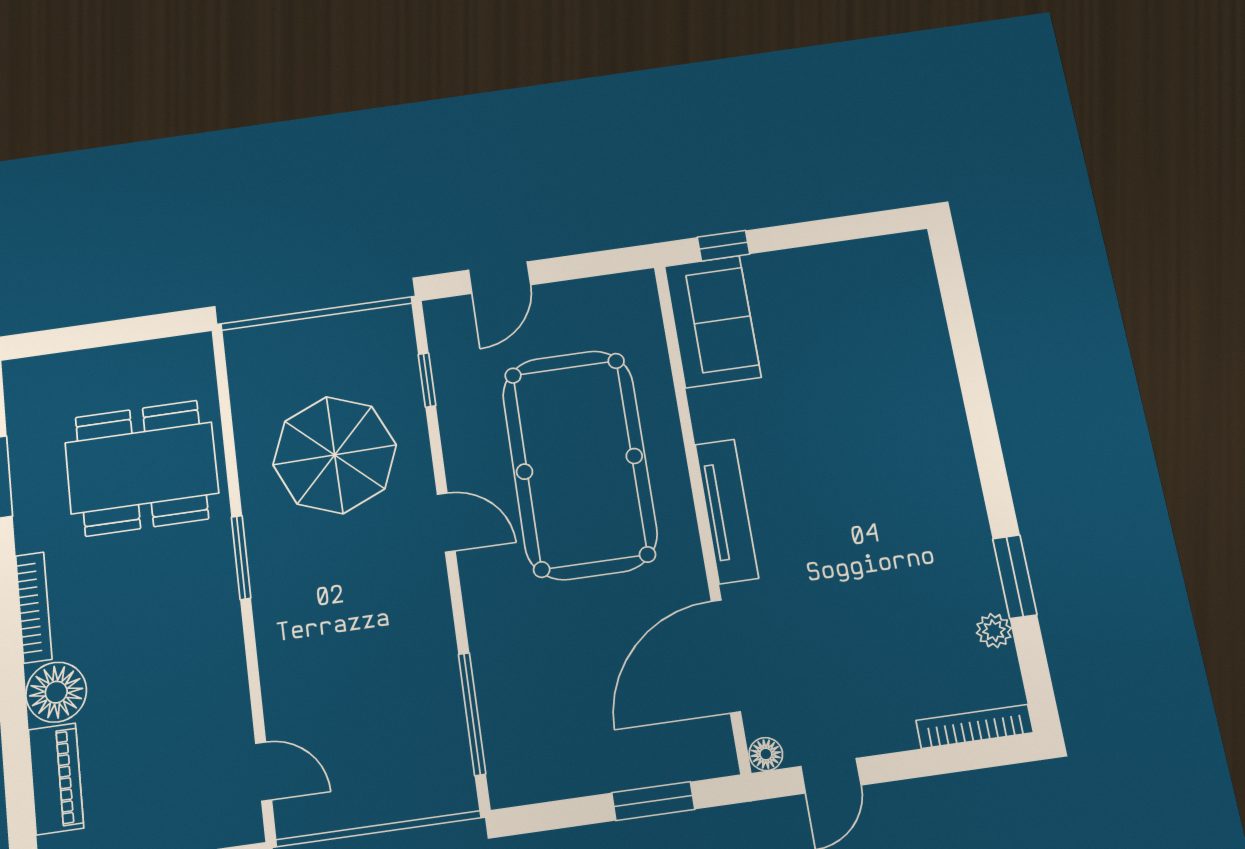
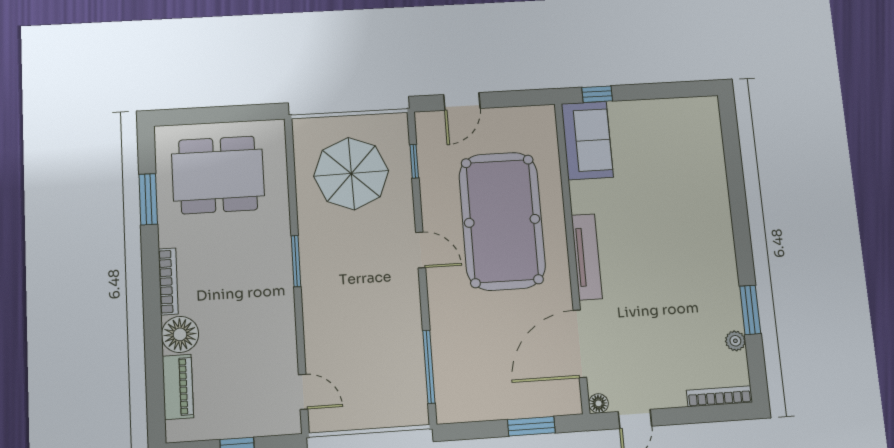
parasol: (335, 455) -> (351, 174), moved
dining table: (142, 468) -> (218, 175), moved

